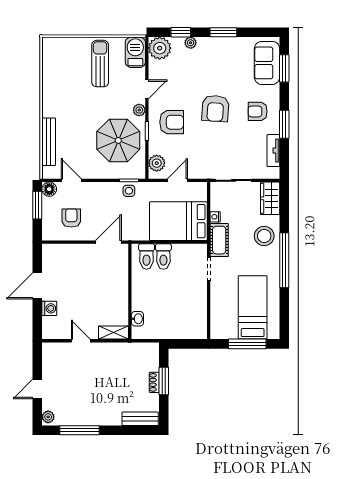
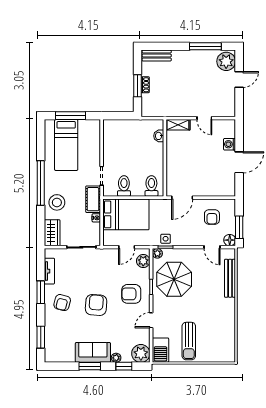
sofa: (267, 63) -> (93, 352), moved, turned -90
plant: (139, 110) -> (157, 253), moved
armchair: (258, 111) -> (62, 303), turned 105
toilet: (163, 256) -> (124, 186), moved
plant: (48, 417) -> (226, 61), width x1.88, depth x1.88

